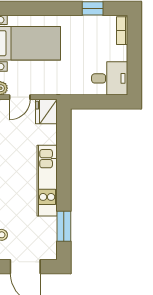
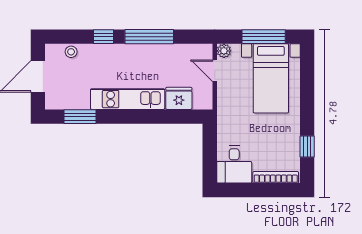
bookcase: (122, 31) -> (276, 177), width x1.56
fridge: (46, 112) -> (179, 98), moved

